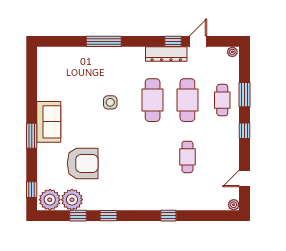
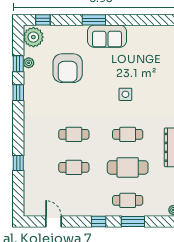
cafe table: (153, 100) -> (128, 134), width x0.73, depth x0.74
cafe table: (153, 157) -> (74, 134), added
plant: (72, 200) -> (29, 63), width x0.53, depth x0.53
plant: (234, 205) -> (29, 211), removed
window: (168, 216) -> (18, 163), moved

